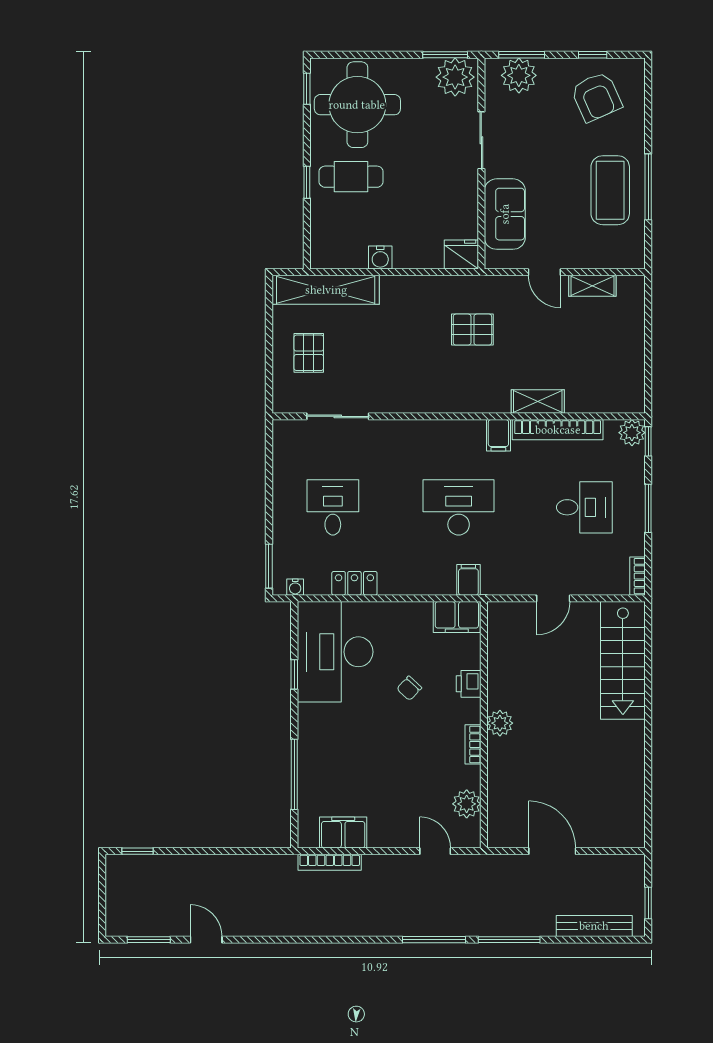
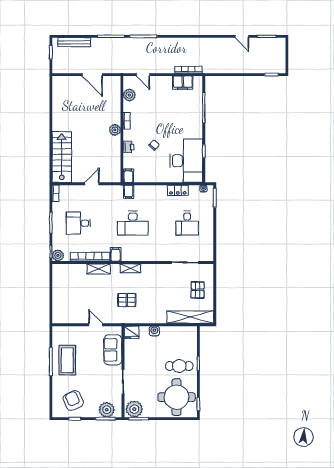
water cooler: (380, 258) -> (154, 331), moved
shelving: (592, 286) -> (130, 268), moved
filing cabinet: (457, 617) -> (128, 176), width x0.50

